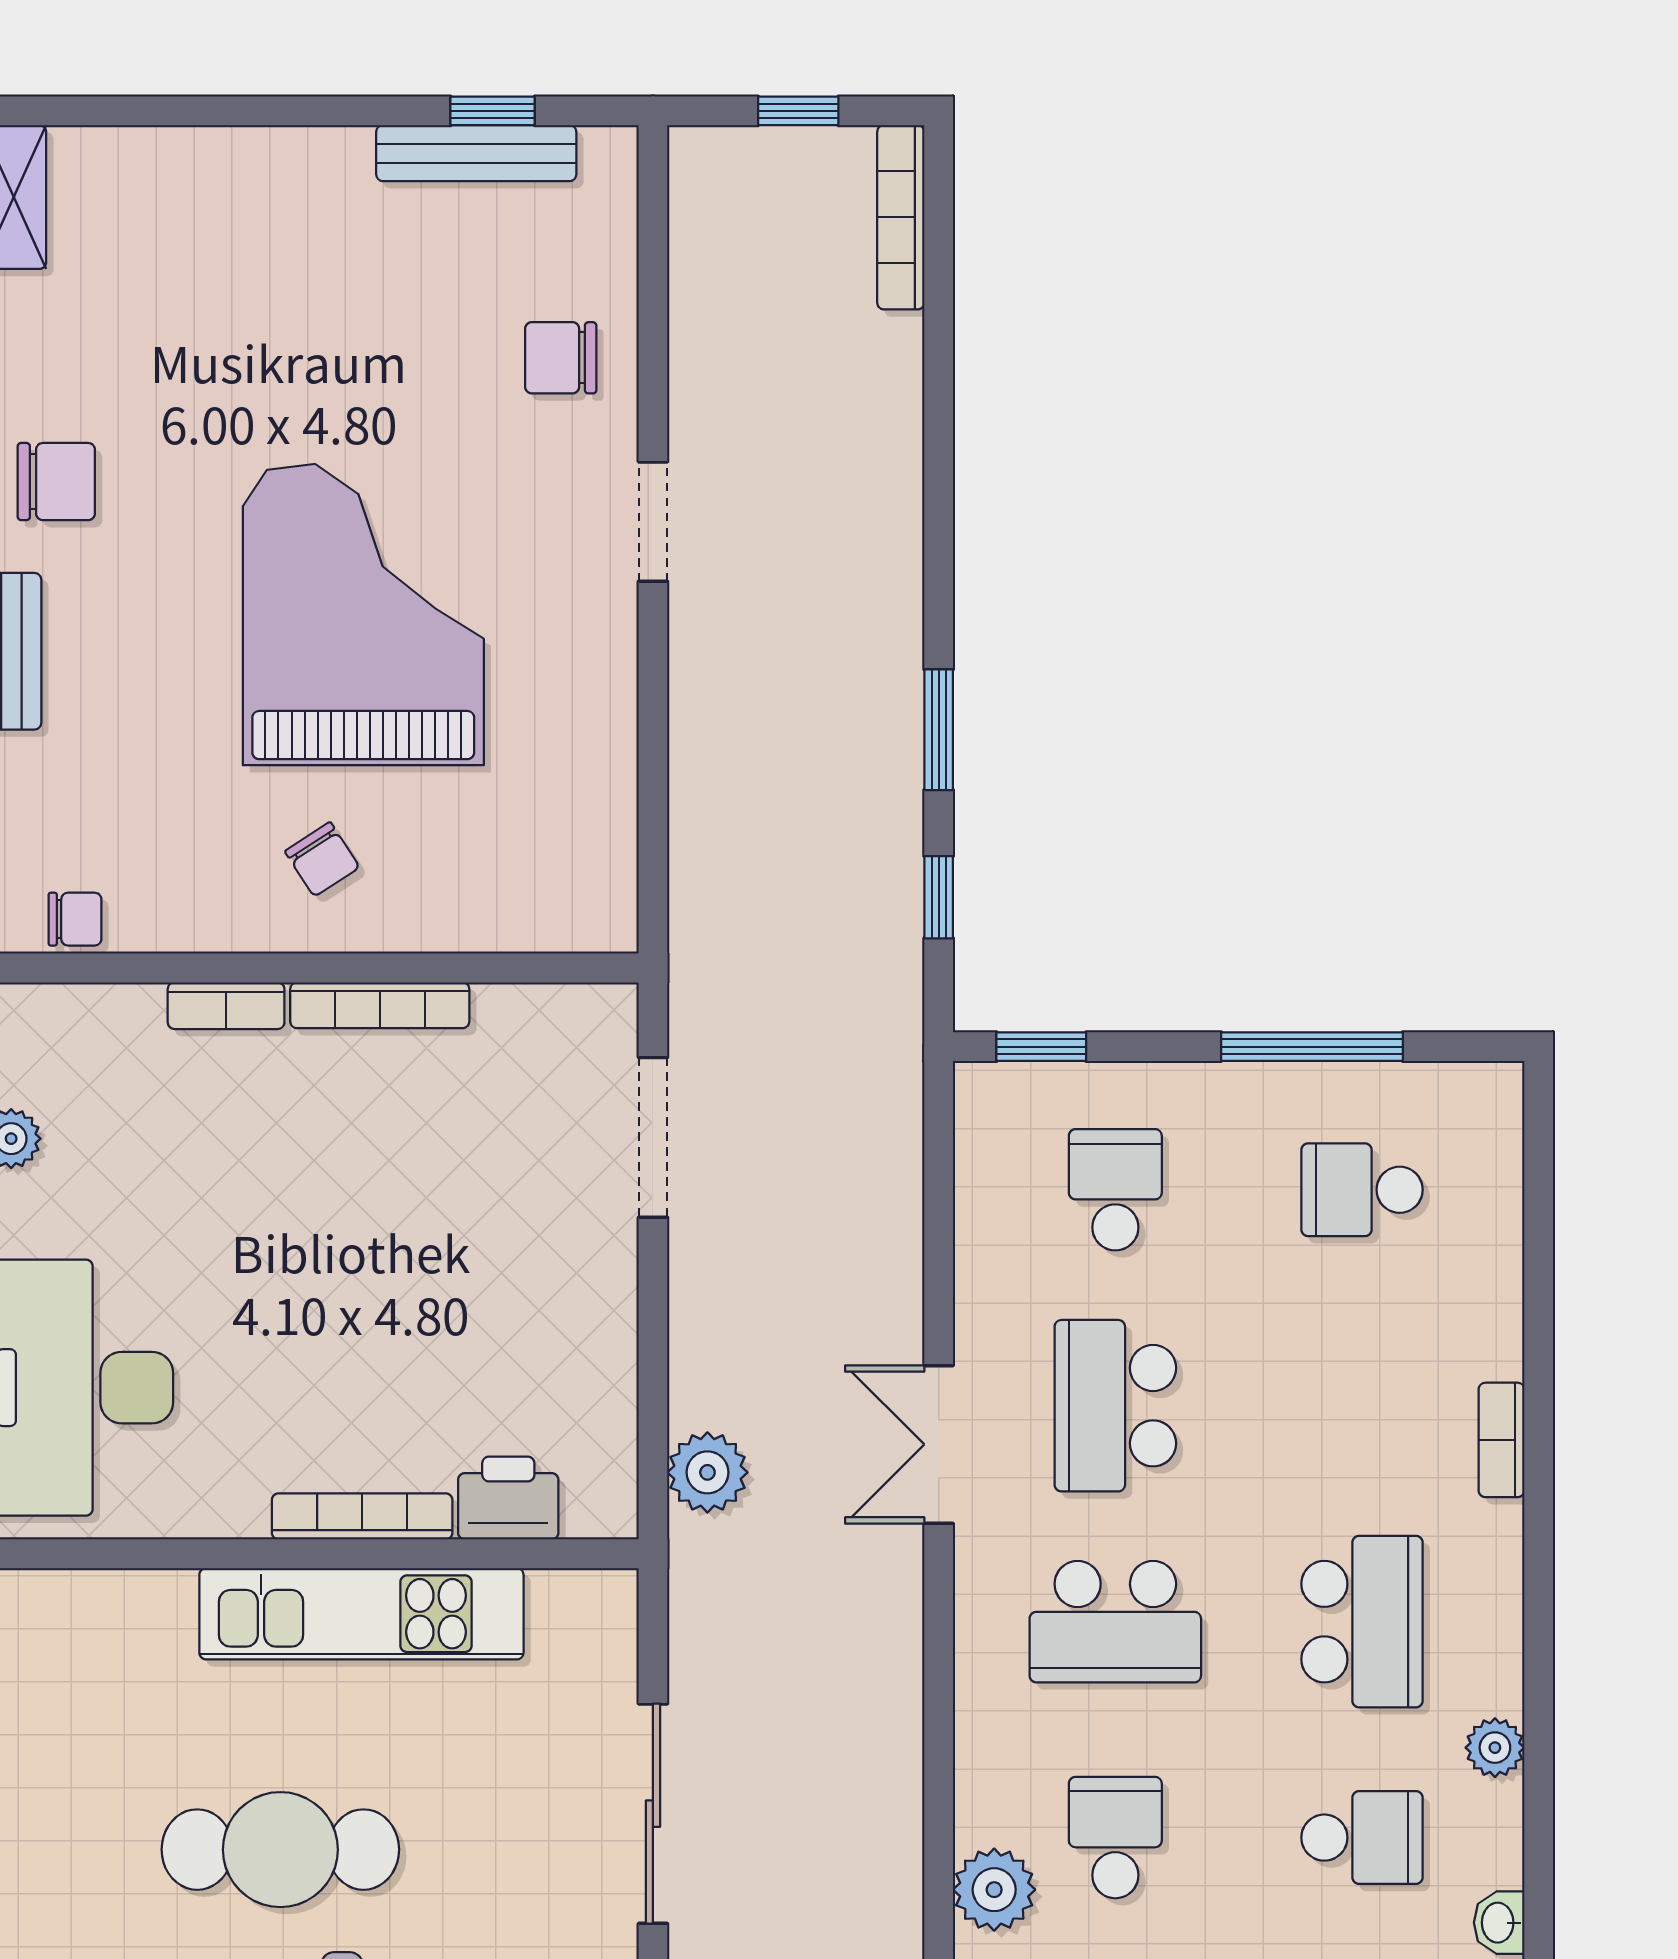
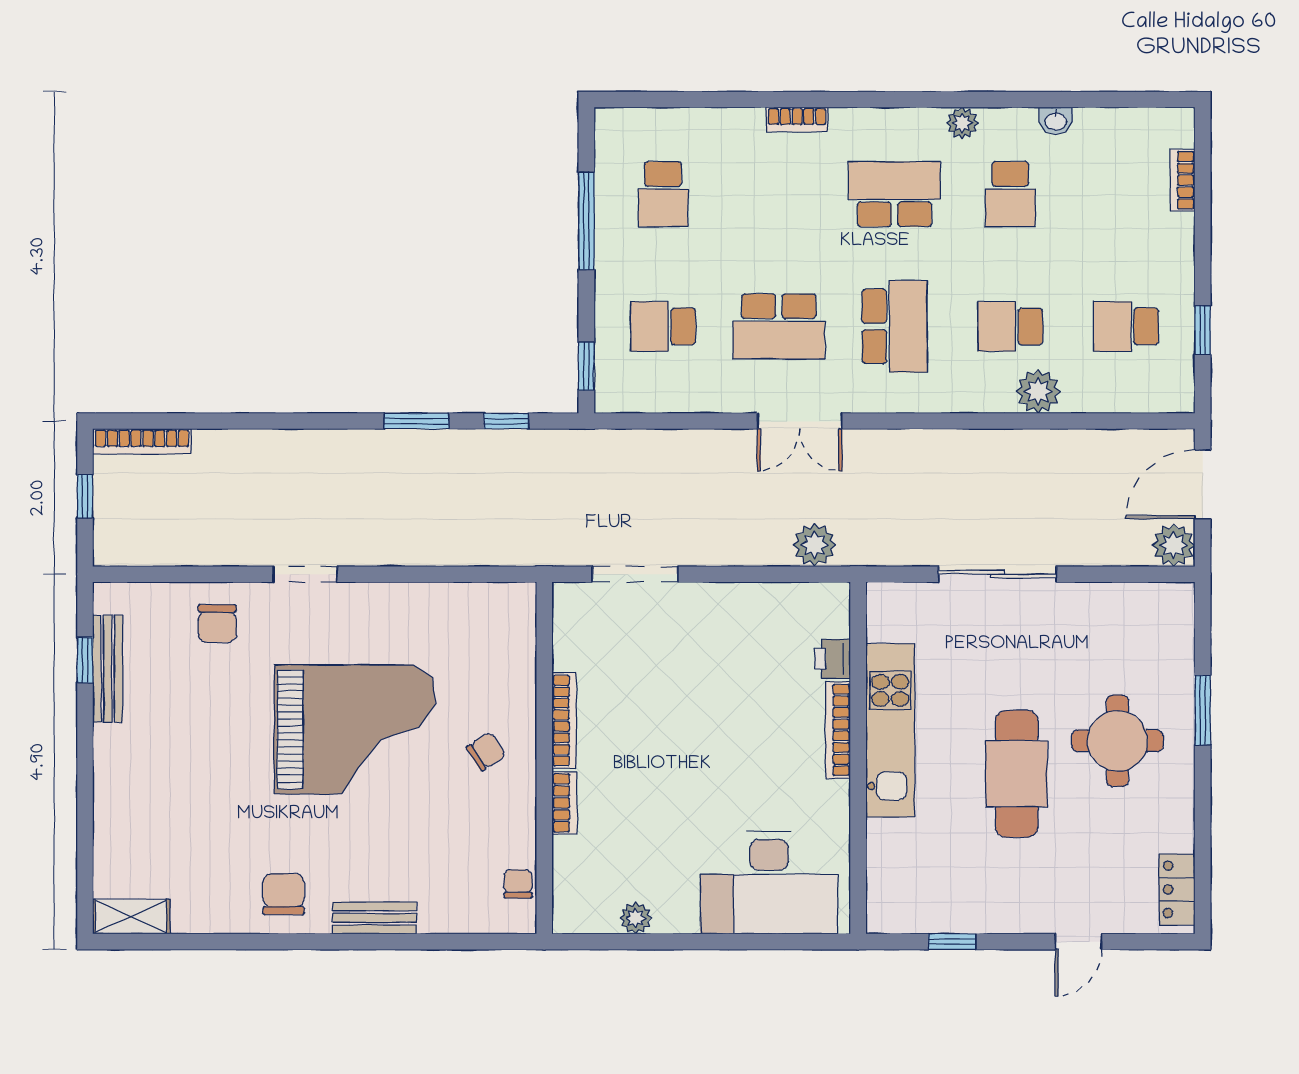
grand piano: (363, 615) -> (355, 729), turned 180
printer: (508, 1498) -> (833, 659), width x0.73, depth x0.81
school desk: (1362, 1838) -> (1010, 194), turned 180

